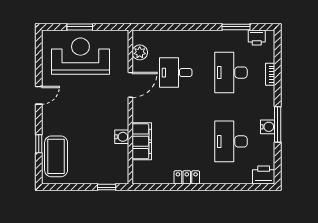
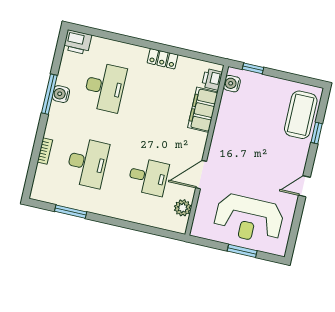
printer: (257, 38) -> (212, 79), moved, turned -90
water cooler: (122, 137) -> (232, 84), moved

